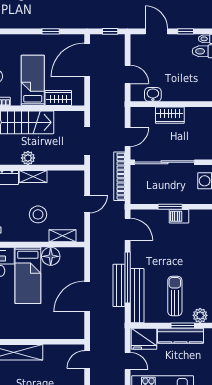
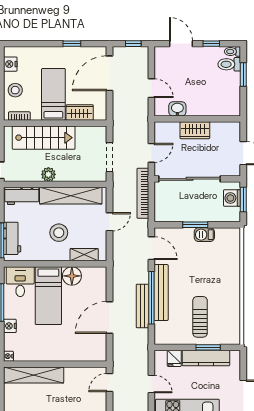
shelving: (33, 176) -> (71, 196), width x2.20, depth x1.33
bench: (137, 296) -> (161, 293), moved
plant: (200, 315) -> (226, 337), removed
fridge: (144, 339) -> (174, 358), width x0.53, depth x0.75

